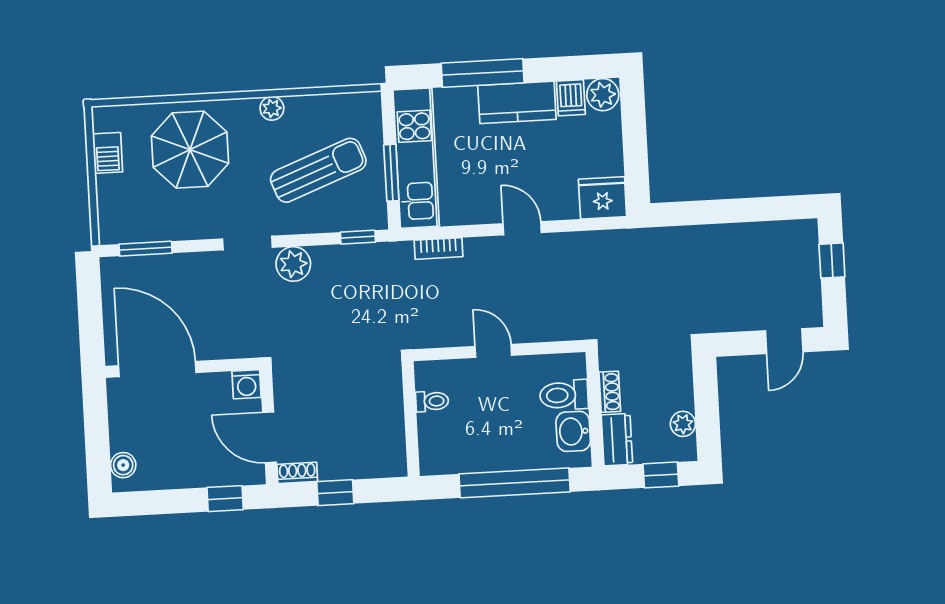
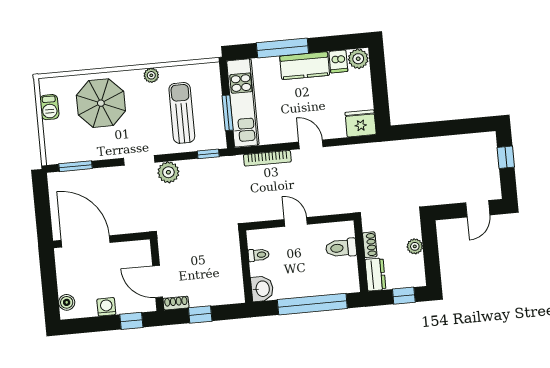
sun lounger: (318, 170) -> (182, 113), turned -69
bookcase: (438, 248) -> (267, 158), width x1.56
washing machine: (247, 384) -> (106, 307), moved, turned 180
plant: (683, 424) -> (415, 246), moved
washbasin: (573, 431) -> (262, 289), moved, turned 180

